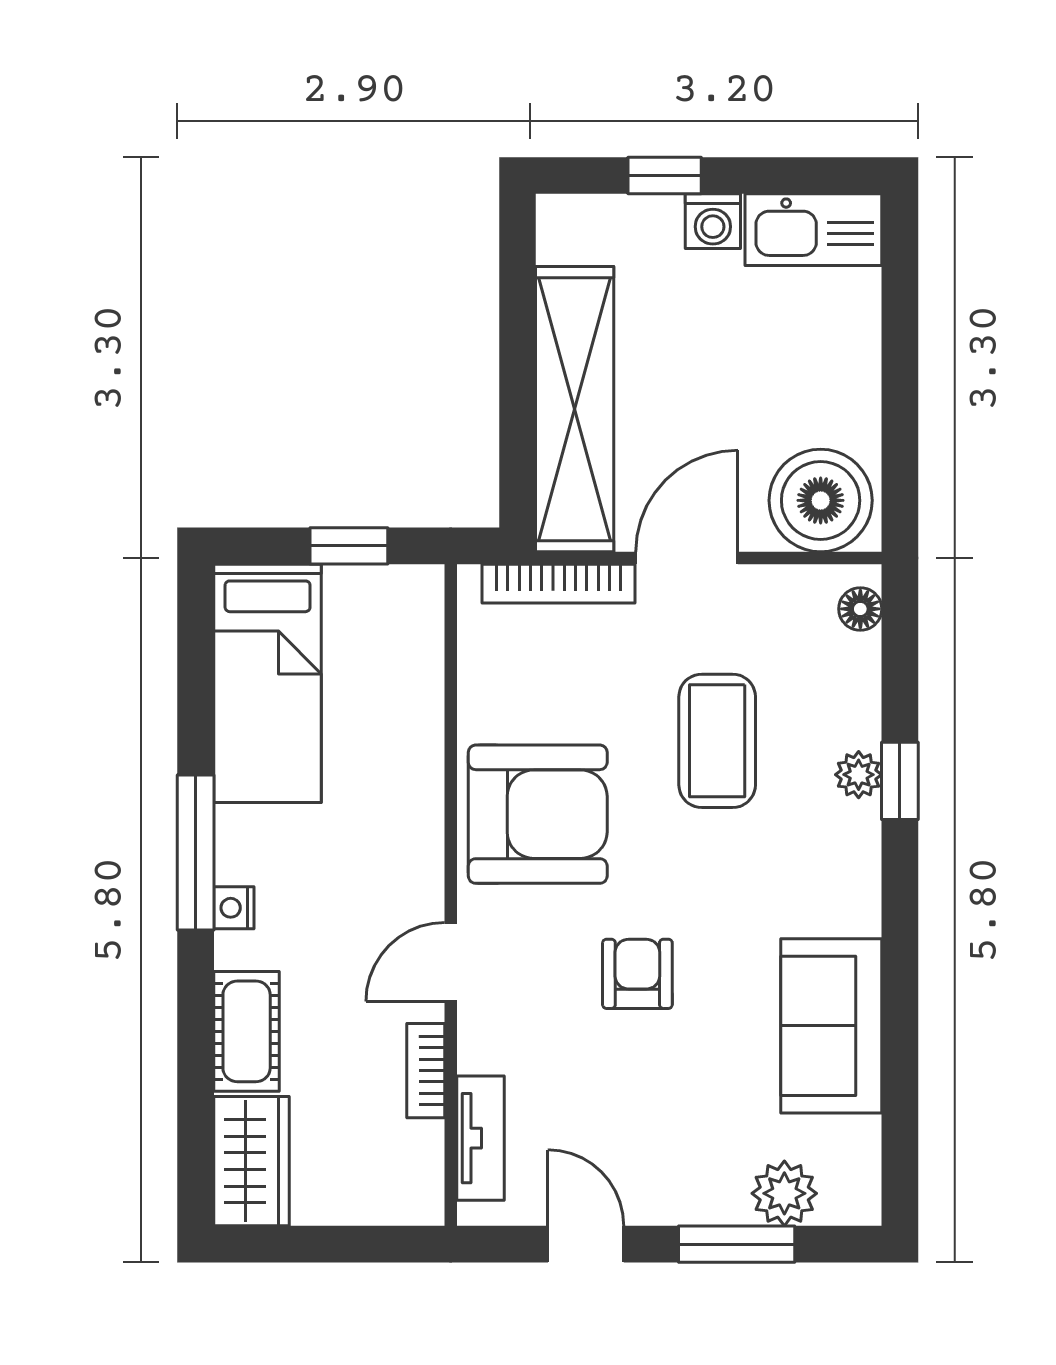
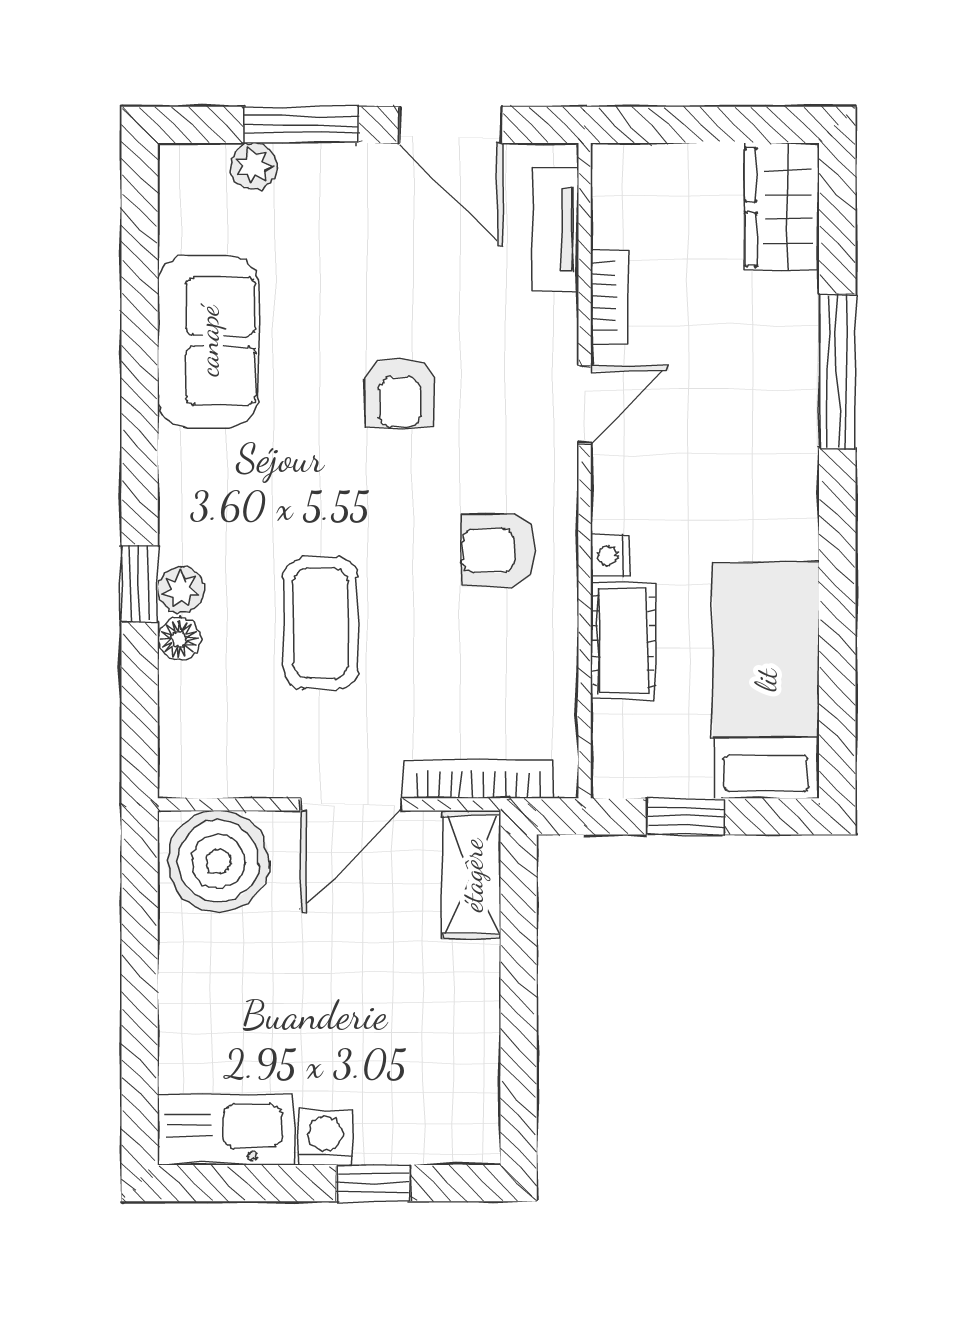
shelving: (575, 409) -> (472, 875), width x0.45, depth x0.75
floor lamp: (860, 609) -> (179, 639), moved
armchair: (538, 814) -> (498, 551), width x0.53, depth x0.53
window: (196, 853) -> (837, 371), moved
nightstand: (234, 908) -> (610, 556), moved, turned 180
cot: (247, 1031) -> (623, 641), moved
plant: (784, 1193) -> (254, 166), width x0.73, depth x0.73
door: (586, 1244) -> (451, 125), width x1.38

